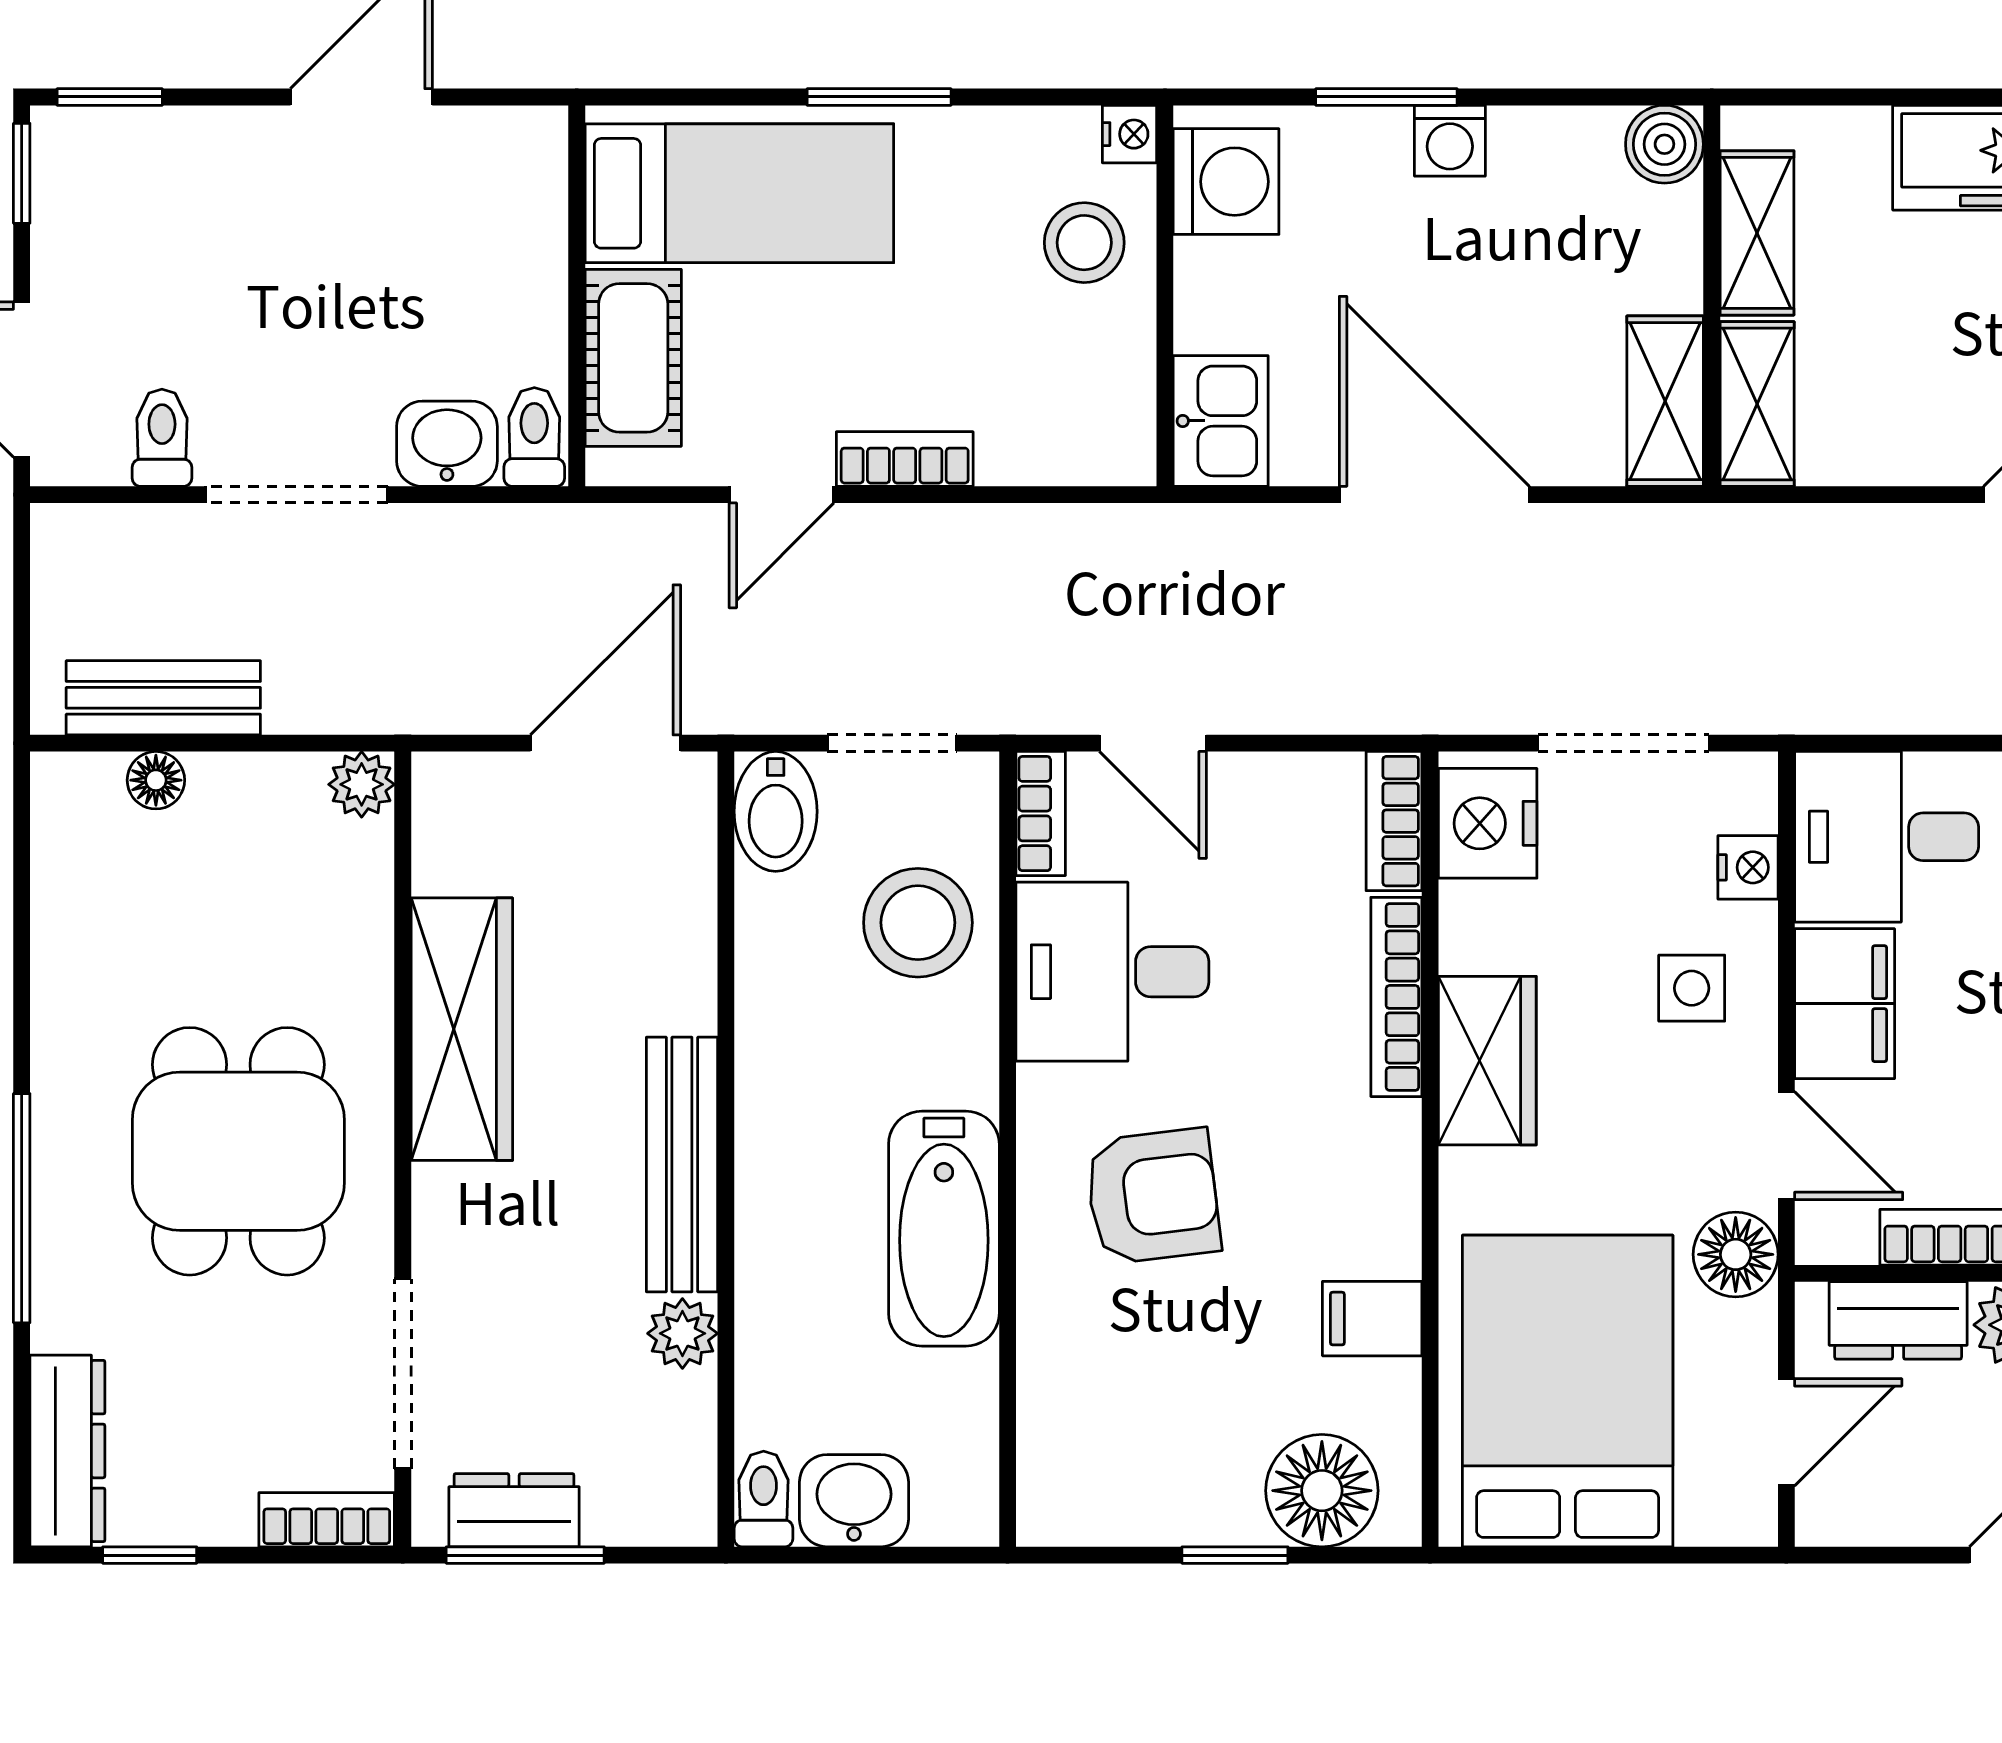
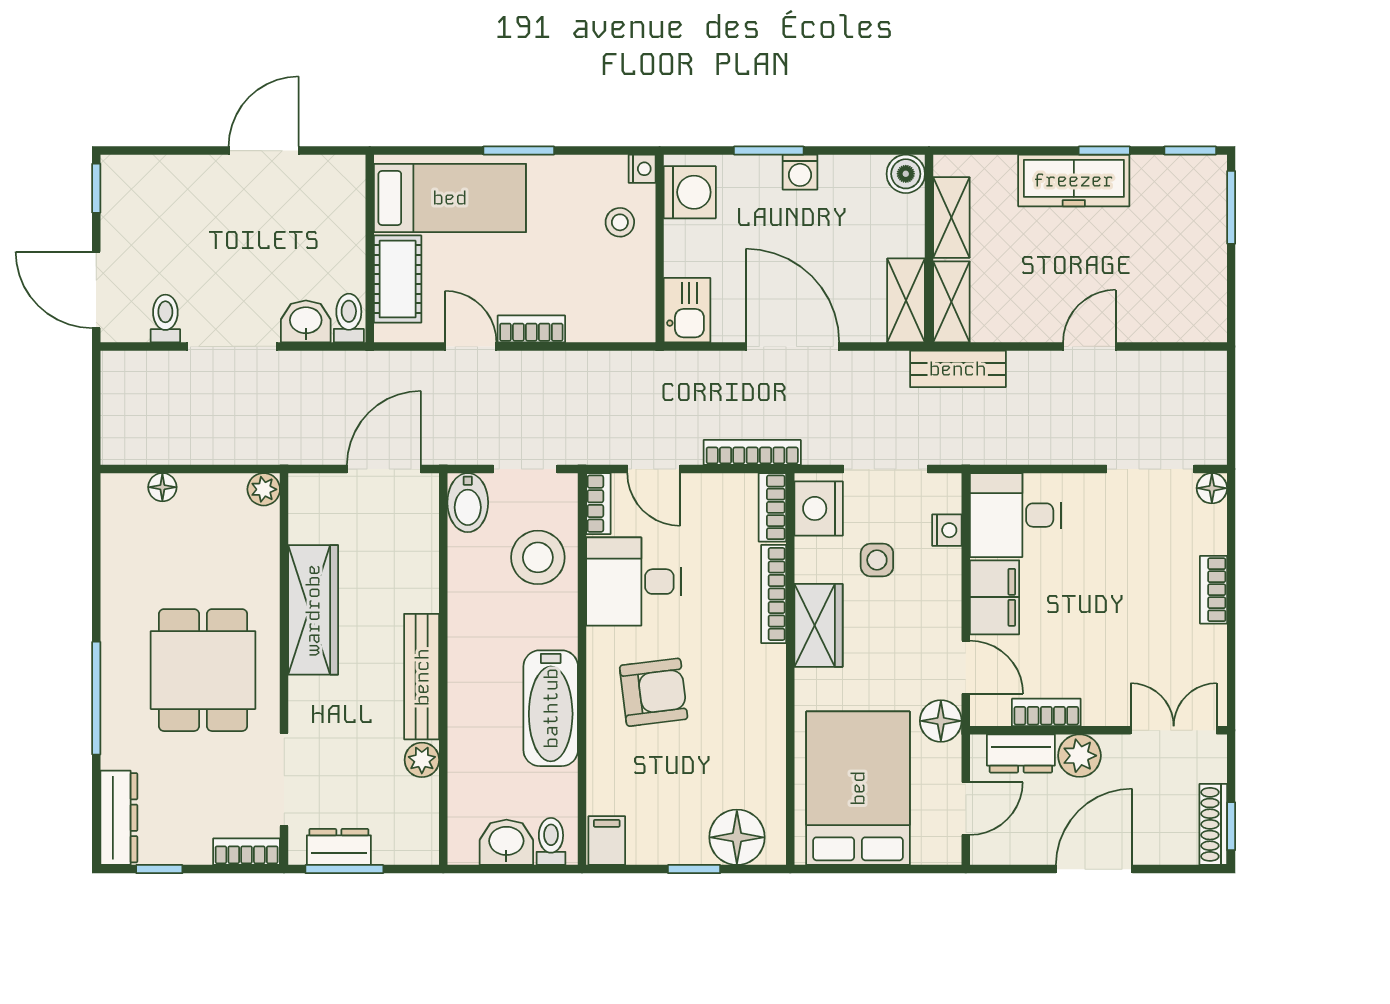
window: (110, 97) -> (140, 151), removed
stool: (1084, 243) -> (620, 222), width x0.73, depth x0.73
door: (781, 495) -> (471, 346), swing flipped
bench: (163, 698) -> (958, 369), moved
bookcase: (1353, 710) -> (752, 452), added
side table: (1692, 988) -> (877, 560), moved
filing cabinet: (1372, 1319) -> (607, 840), moved, turned 90
toilet: (764, 1499) -> (551, 841), moved

